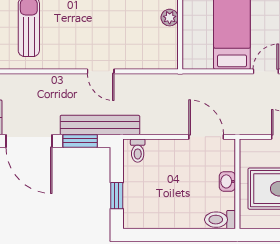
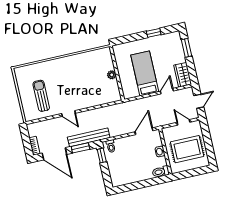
door: (101, 71) -> (68, 113), moved
door: (206, 137) -> (144, 131), hinge flipped
window: (117, 196) -> (102, 155), moved

